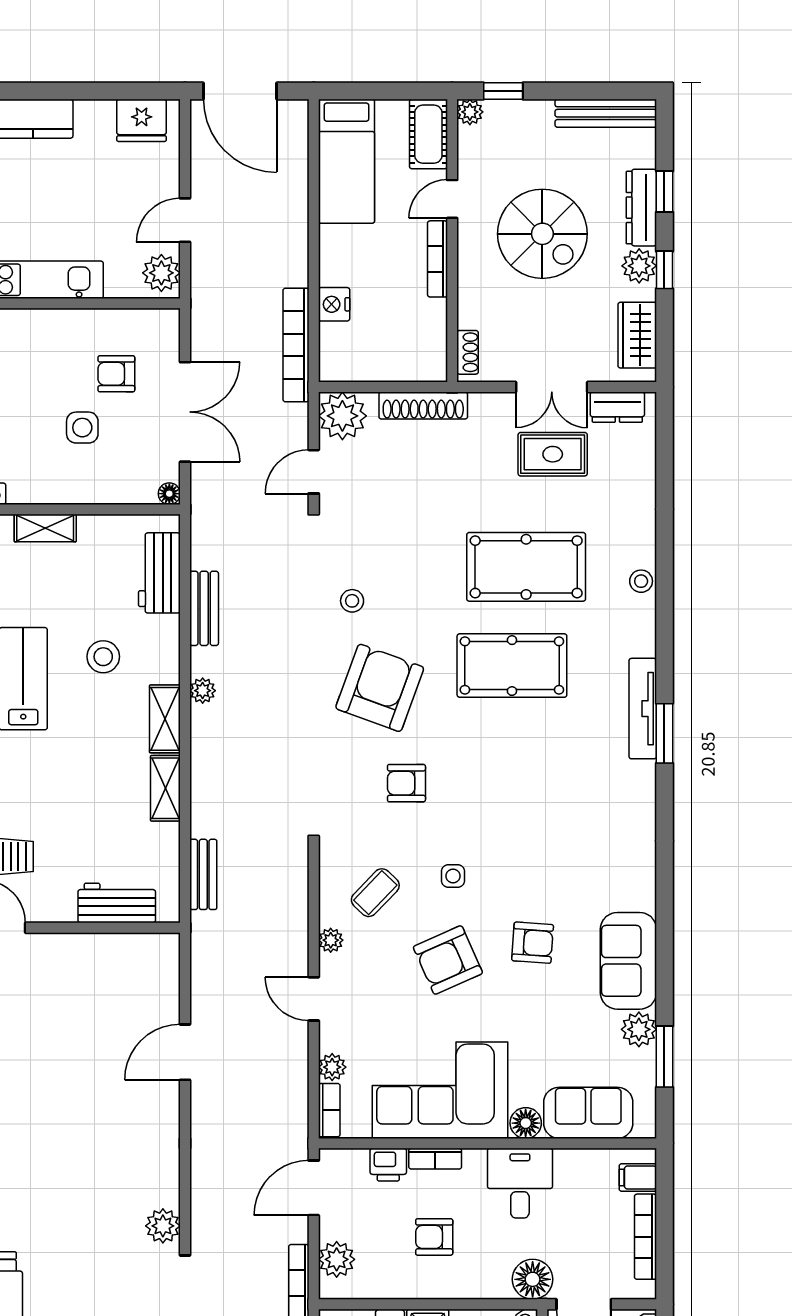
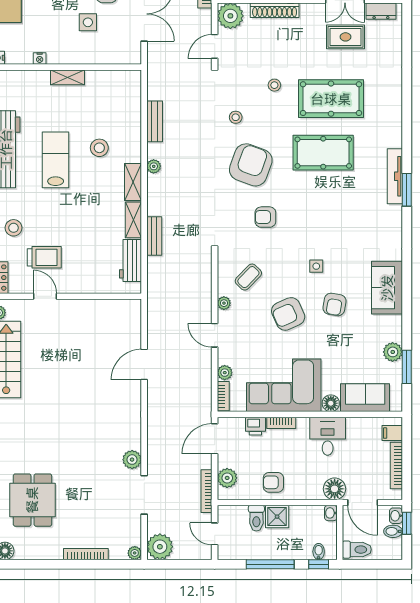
floor lamp: (169, 494) -> (136, 59), removed
workbench: (159, 573) -> (130, 102), removed
stool: (641, 581) -> (274, 85), moved
bench: (203, 874) -> (154, 236), moved
side table: (453, 876) -> (316, 266), moved
workbench: (117, 903) -> (131, 260), moved, turned -90
armchair: (533, 943) -> (335, 304), turned 96
sofa: (628, 961) -> (387, 288), moved
armchair: (434, 1237) -> (273, 482), moved

